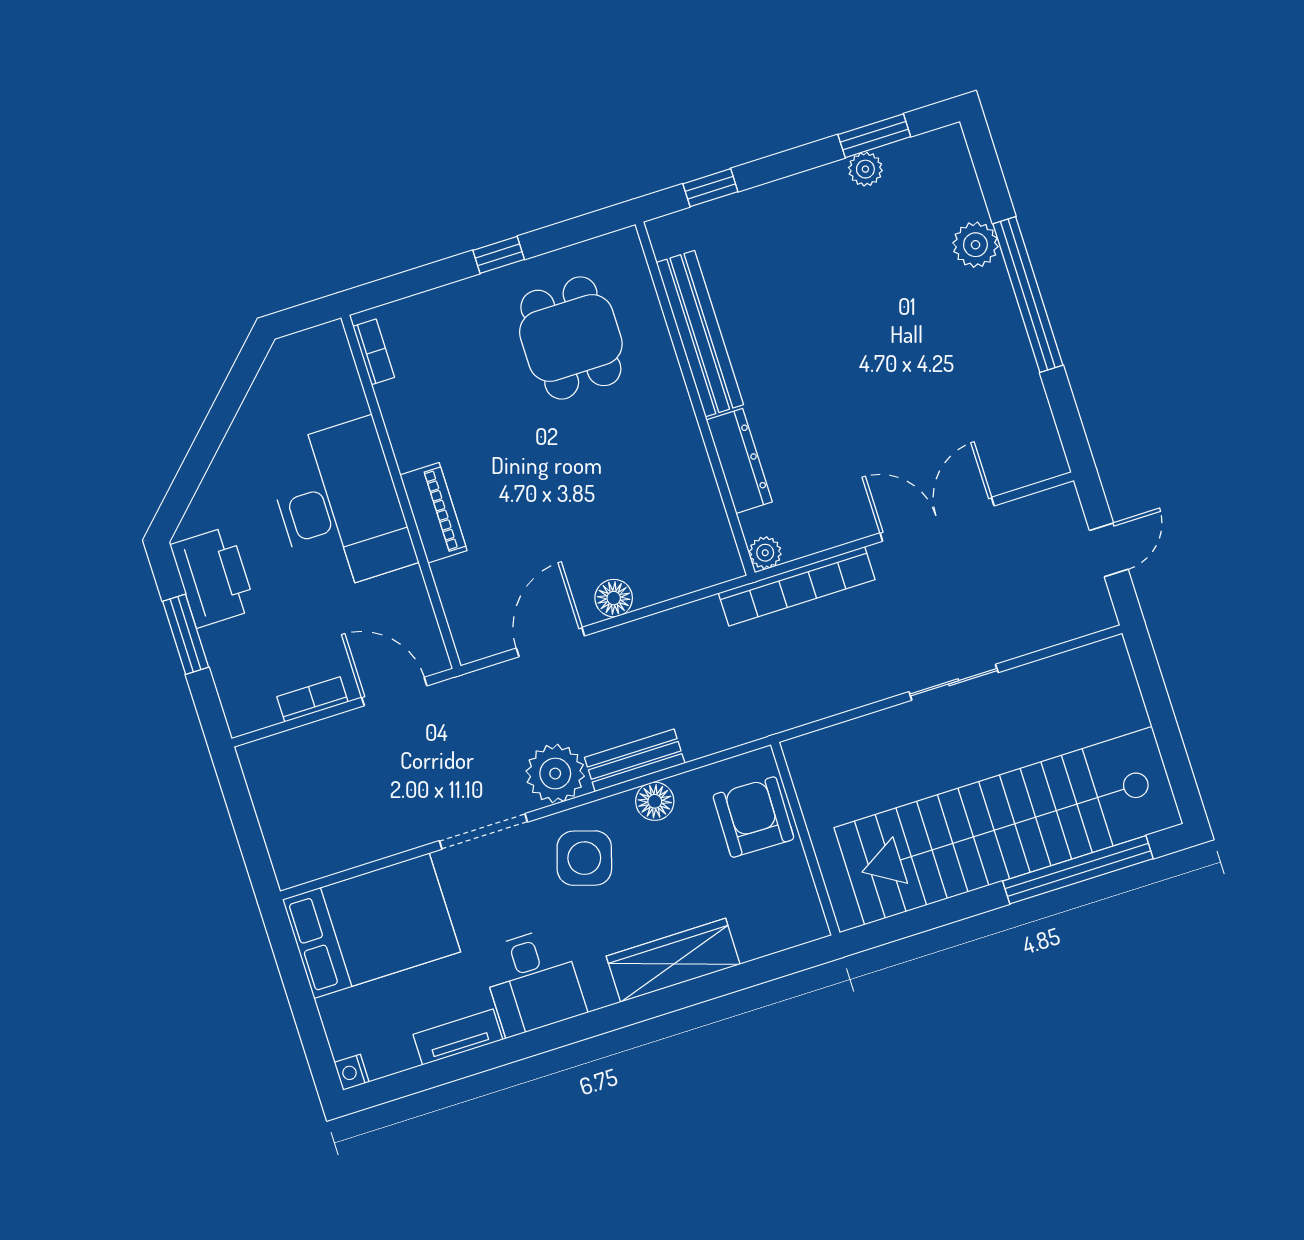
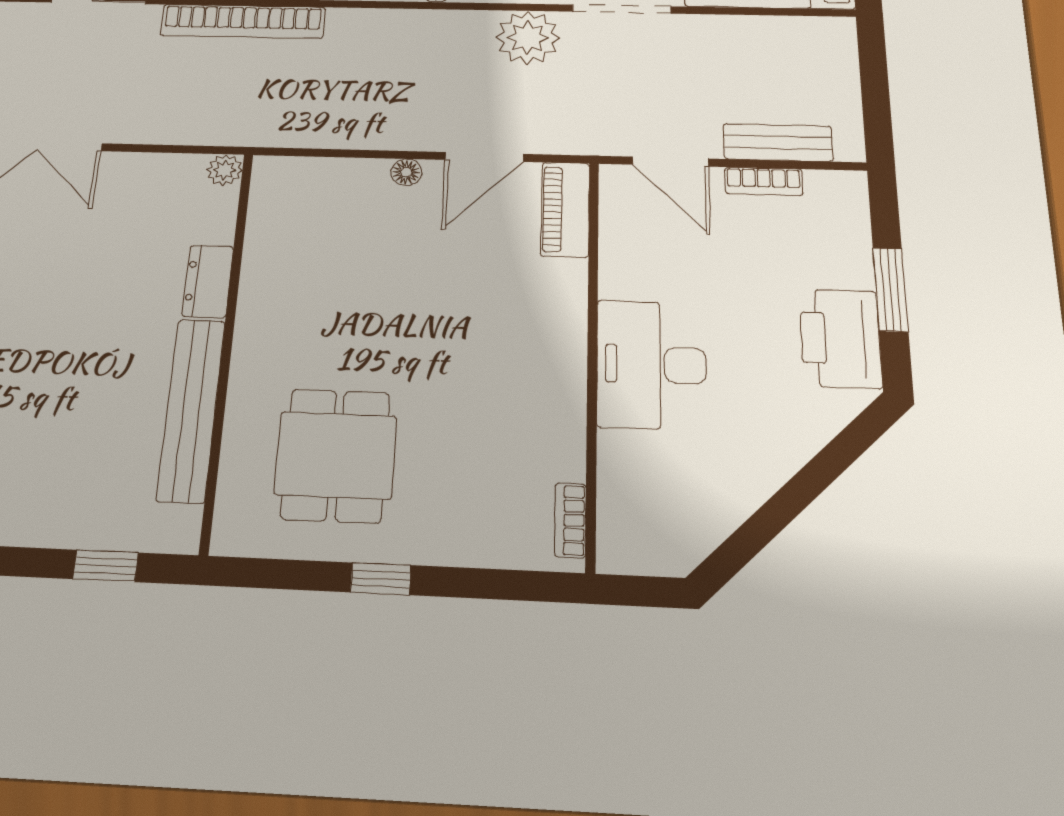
dresser: (739, 461) -> (208, 281), width x0.70
desk: (340, 506) -> (651, 364), width x0.73, depth x0.77
piano: (434, 513) -> (565, 209), moved
bookcase: (797, 586) -> (243, 21), moved, turned 180
floor lamp: (614, 598) -> (406, 172), width x0.73, depth x0.73
bench: (635, 760) -> (778, 143), moved

